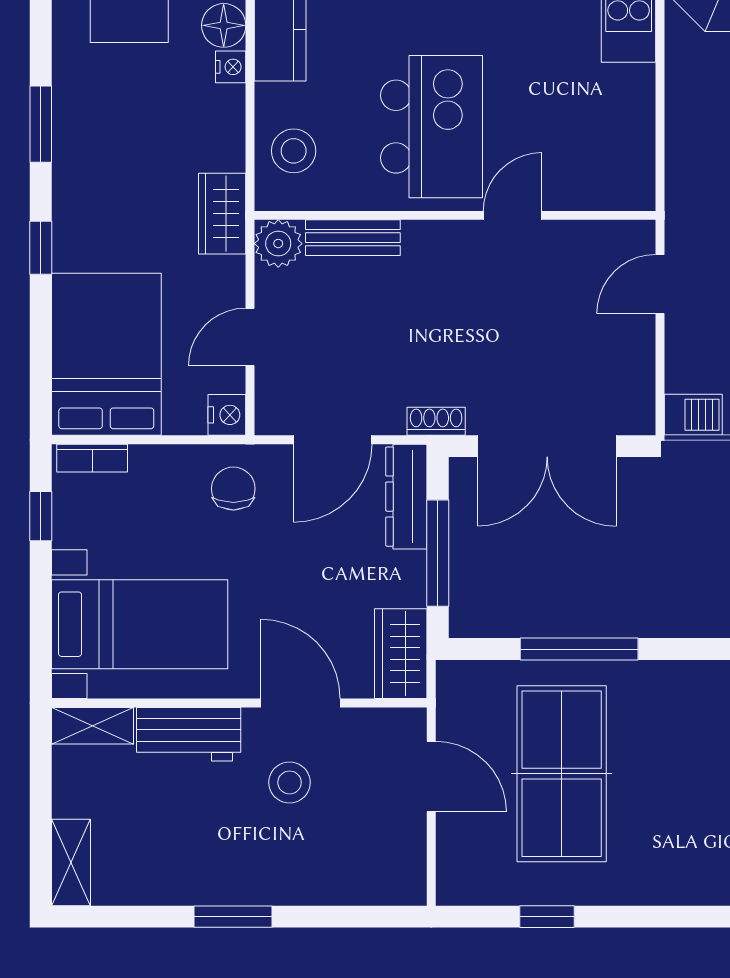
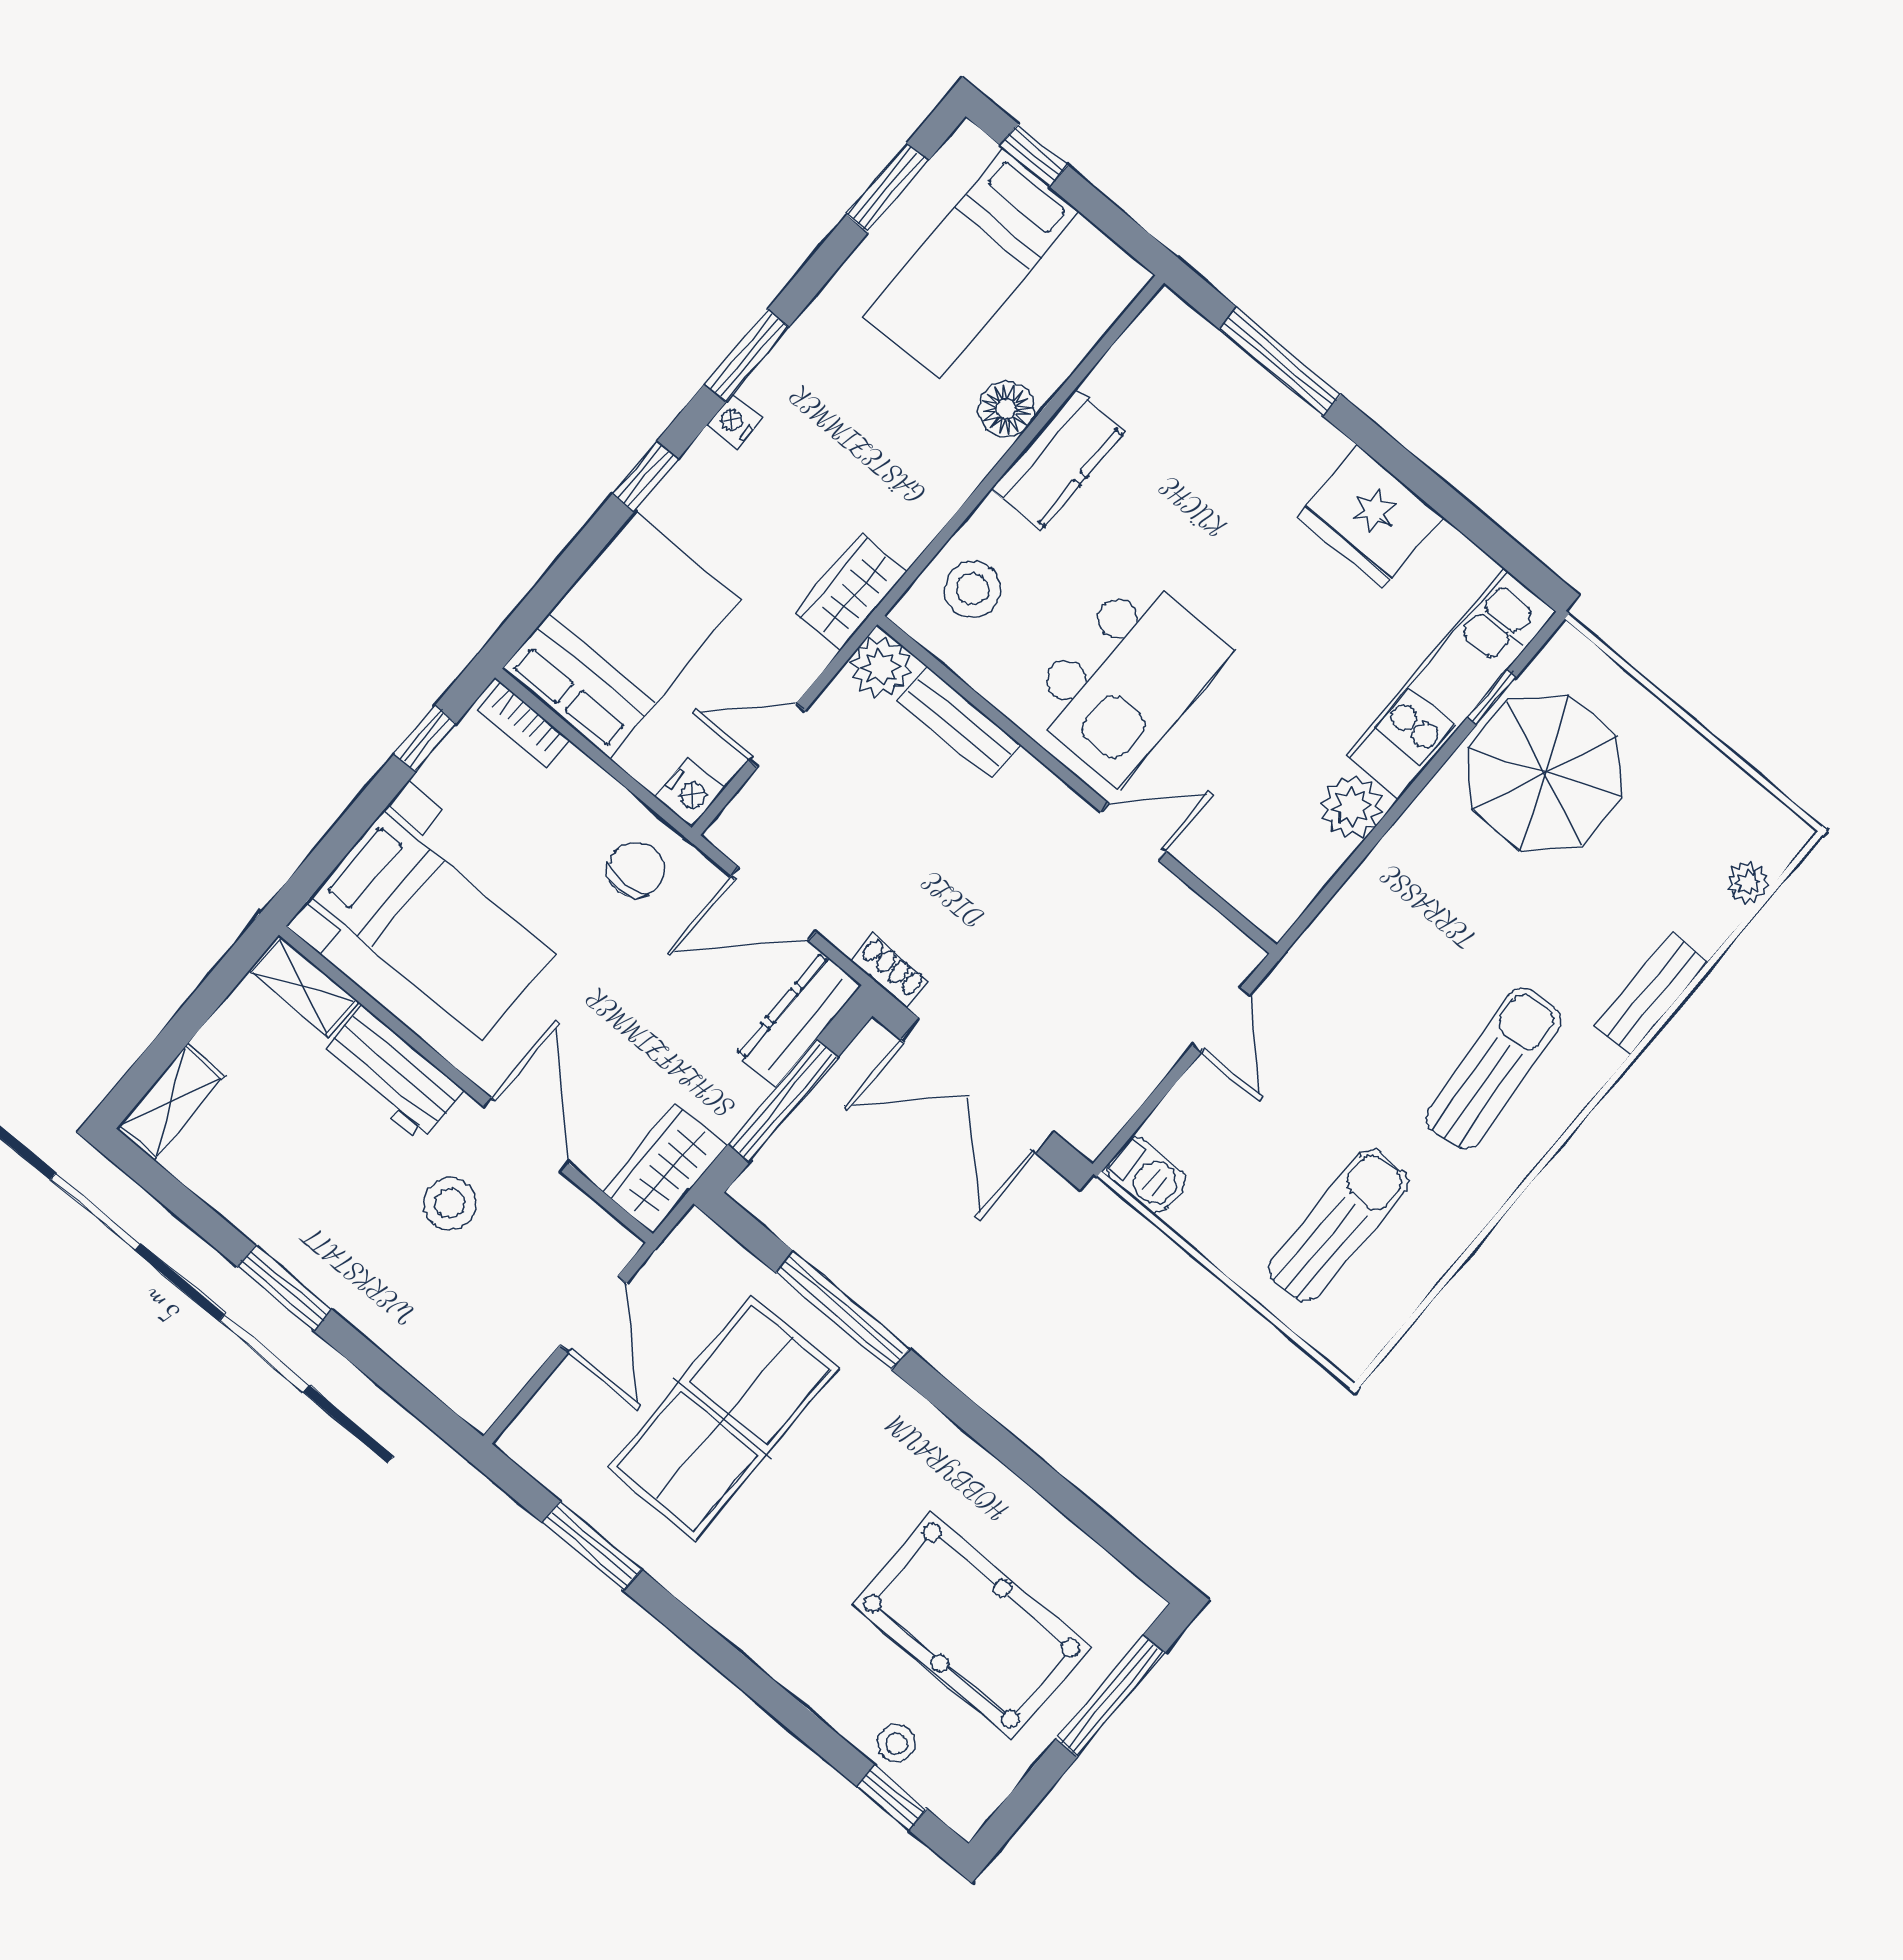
nightstand: (231, 67) -> (734, 422), moved, turned 180
plant: (631, 90) -> (1352, 807), added
door: (660, 284) -> (1221, 1020), swing flipped
window: (547, 917) -> (592, 1546), width x1.50

